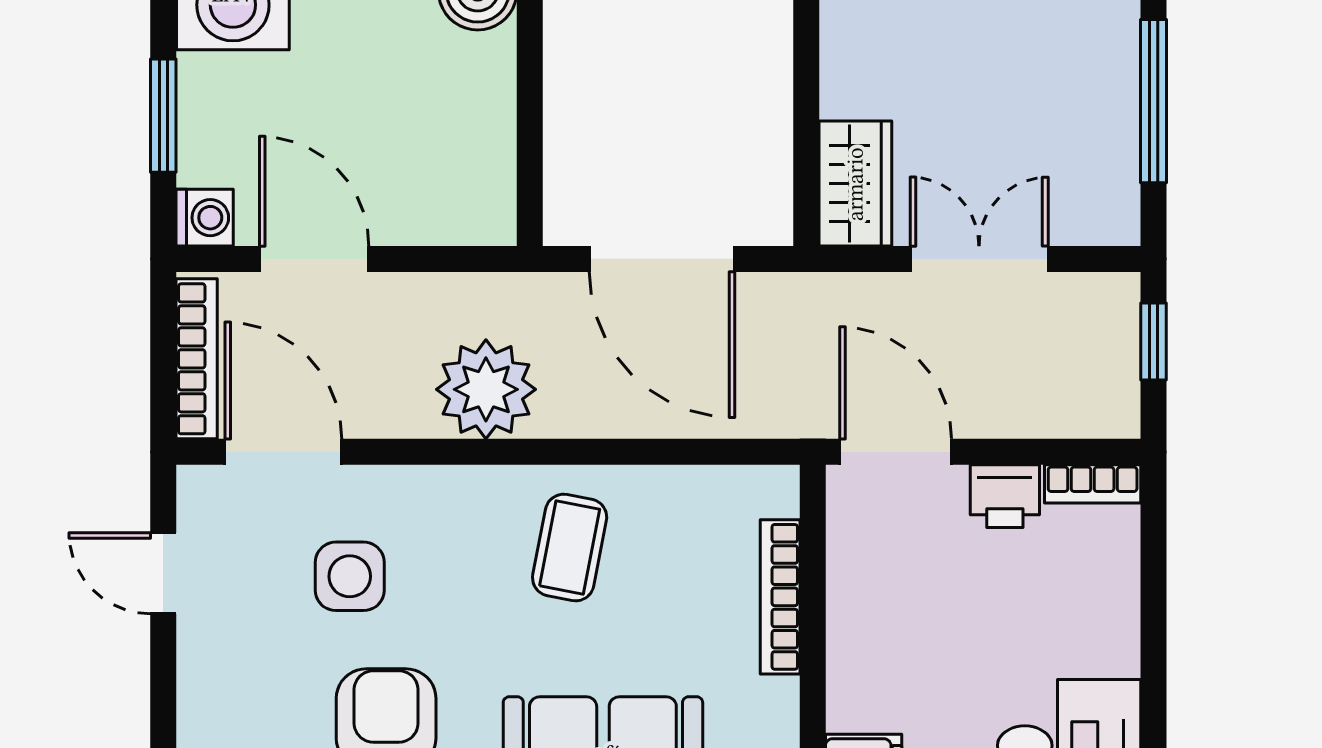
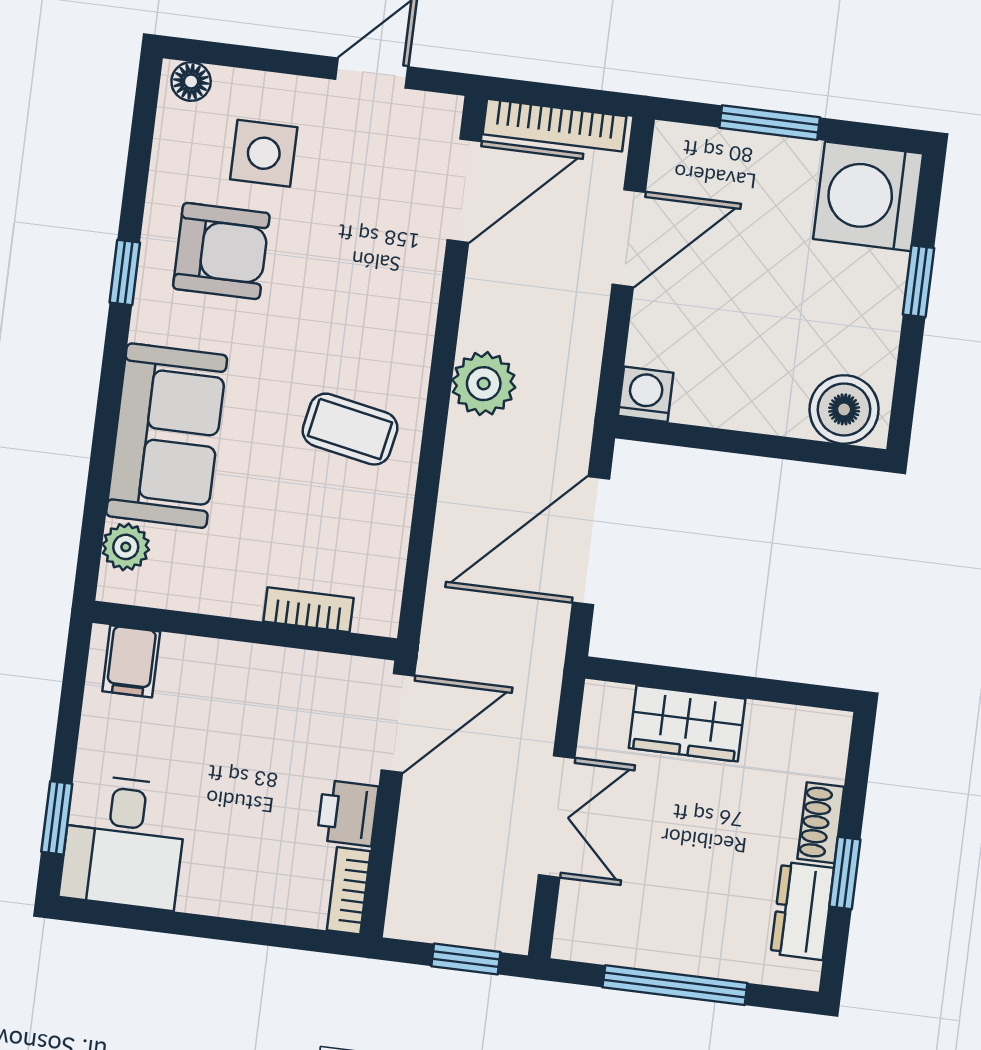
wardrobe: (855, 184) -> (687, 723), moved
washing machine: (205, 218) -> (646, 394), moved, turned 180
plant: (486, 389) -> (484, 384), width x0.73, depth x0.73
side table: (350, 576) -> (264, 153), moved
bookcase: (780, 597) -> (309, 610), width x0.64

